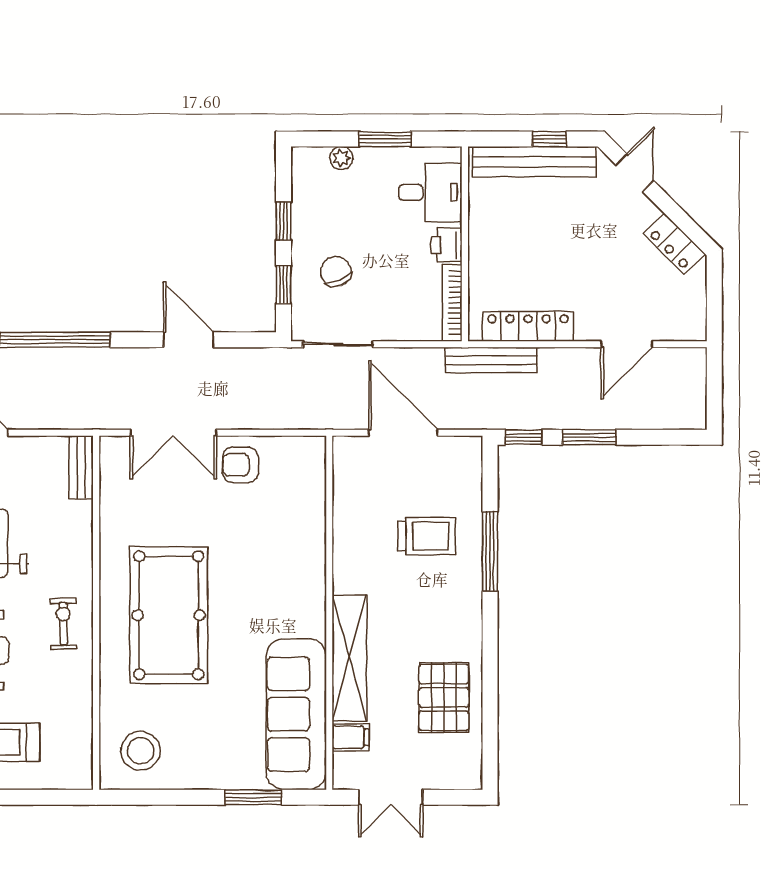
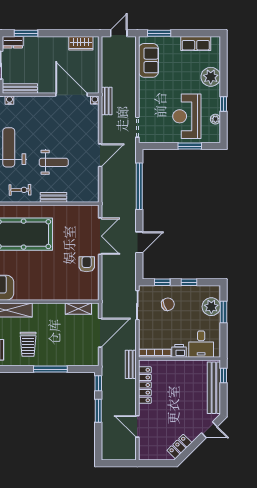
window: (385, 139) -> (223, 312), moved
window: (549, 139) -> (223, 375), moved
plant: (341, 158) -> (211, 307), width x1.88, depth x1.88
bench: (491, 360) -> (131, 364), width x0.73
double door: (173, 433) -> (100, 236), swing flipped
bench: (81, 467) -> (53, 197), moved
shelving: (346, 484) -> (78, 309), added
trolley: (427, 536) -> (28, 344), moved

